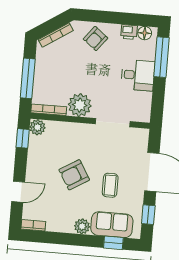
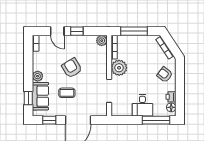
window: (23, 138) -> (77, 31), moved

